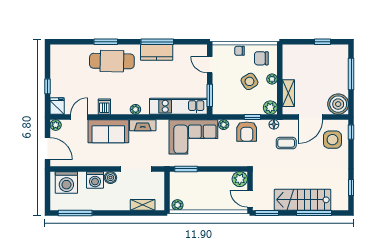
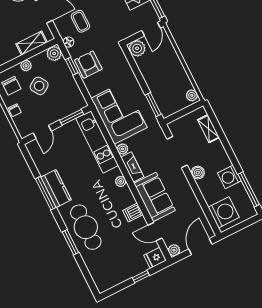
plant: (224, 125) -> (123, 149), moved
armchair: (247, 132) -> (88, 65), turned -90
washing machine: (95, 180) -> (229, 177), moved, turned 180

